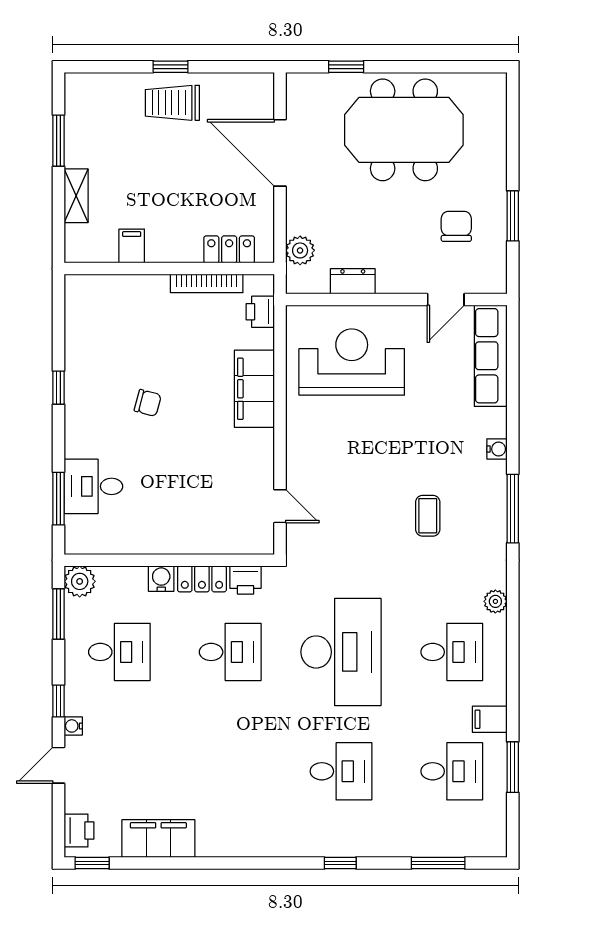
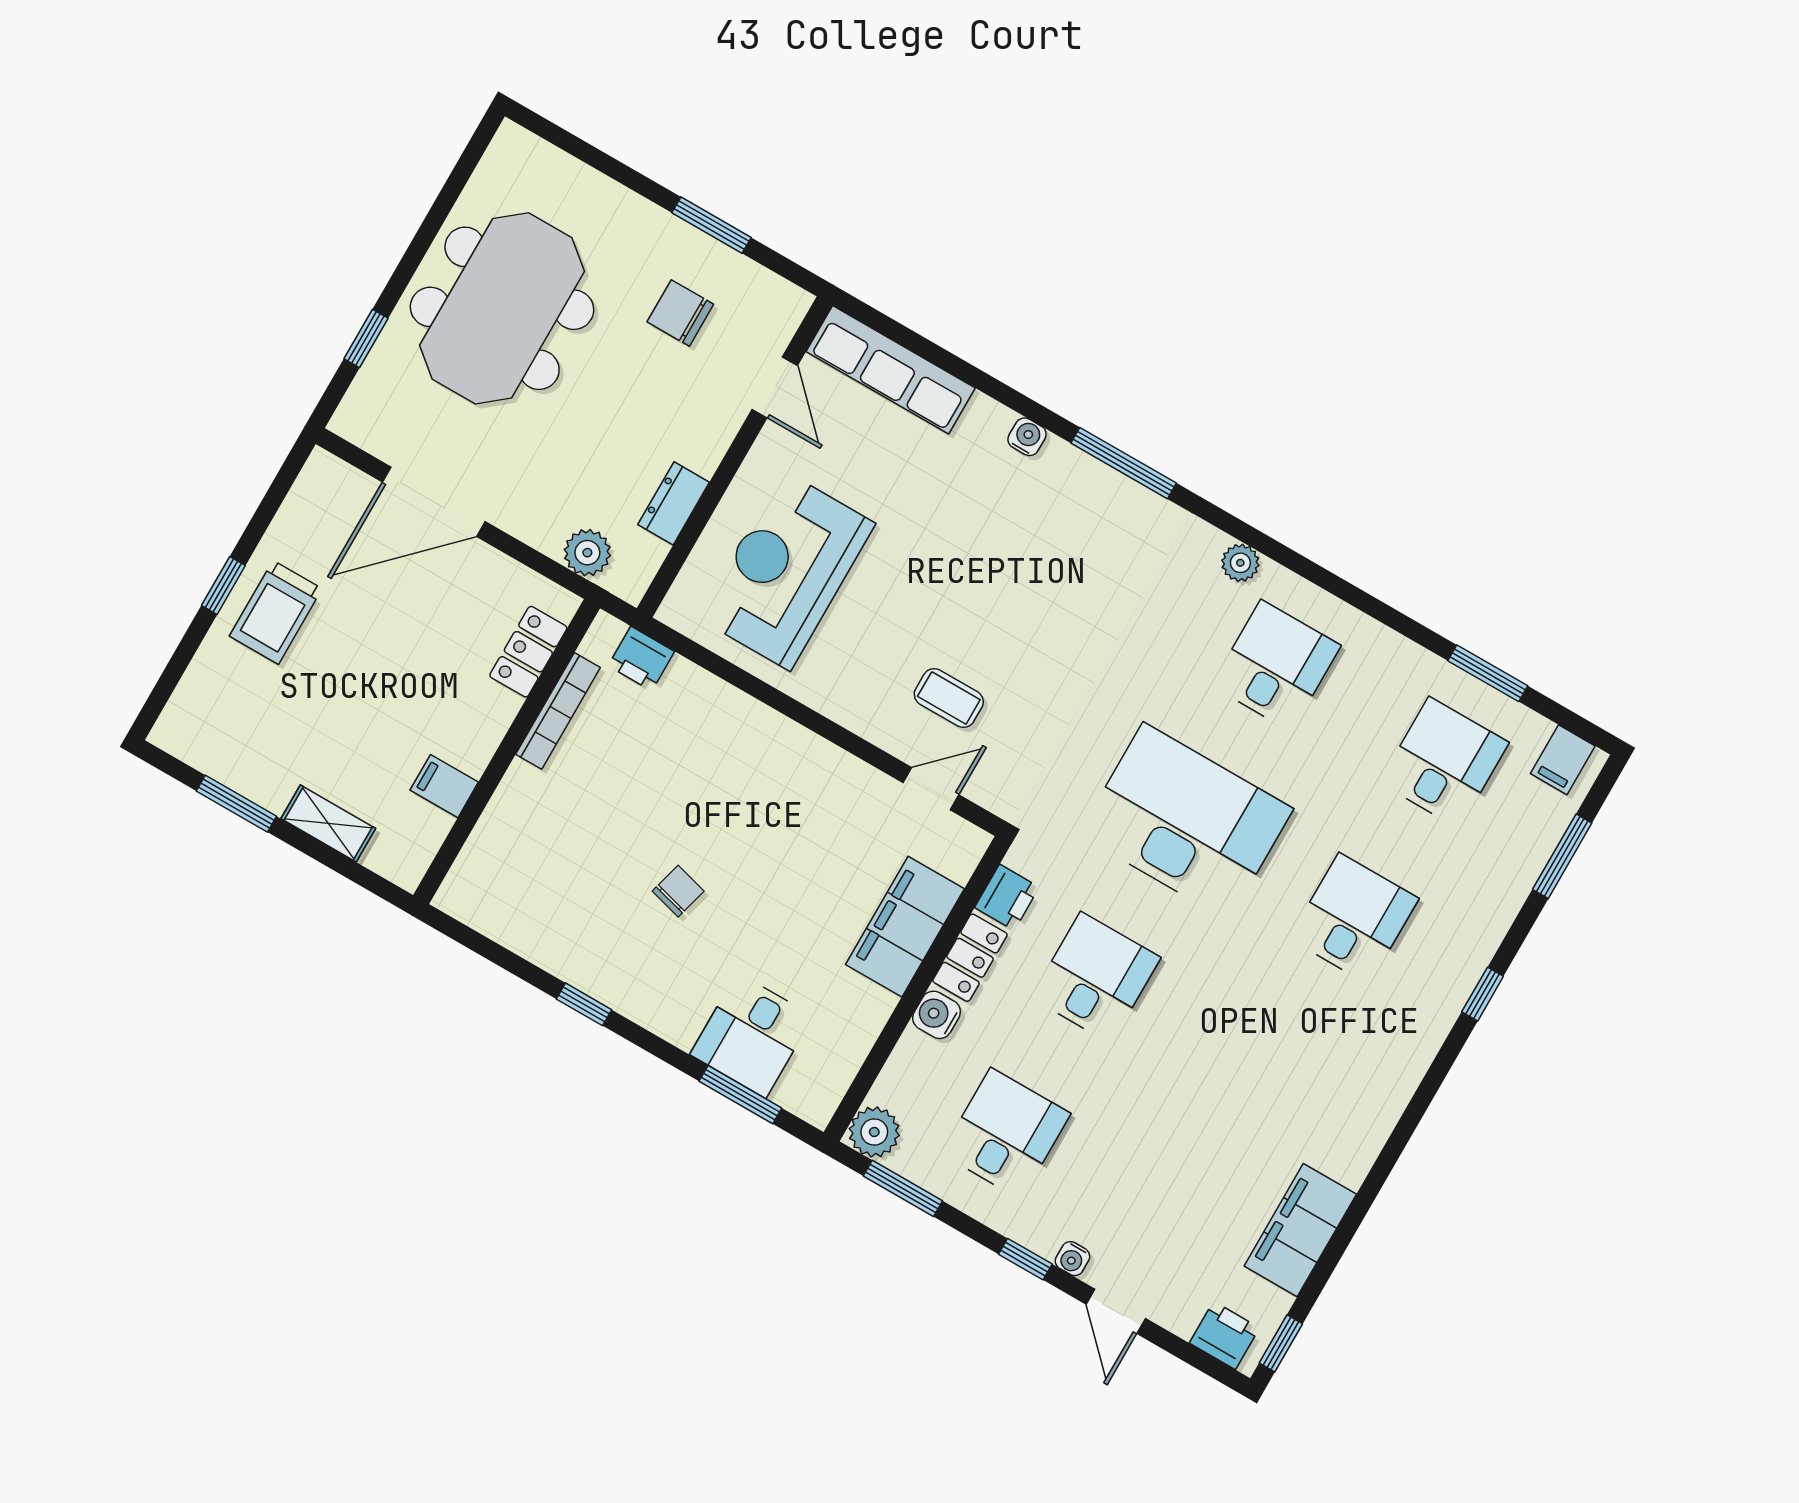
filing cabinet: (254, 389) -> (905, 927), moved, turned 90
coffee table: (428, 516) -> (949, 698), moved
filing cabinet: (490, 719) -> (1563, 760), moved

